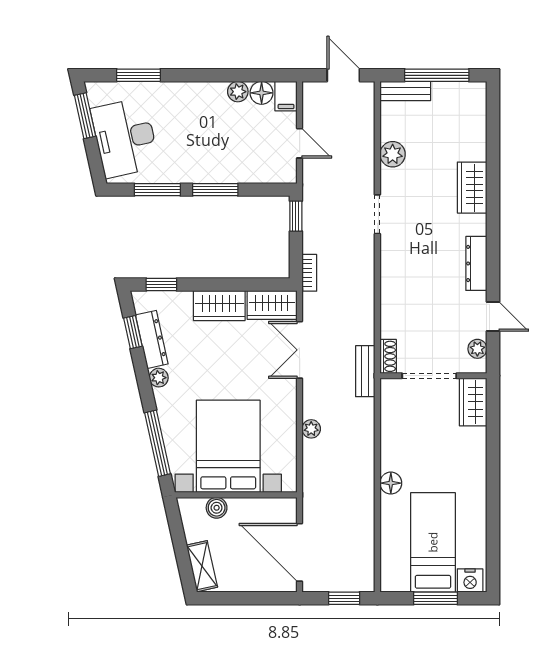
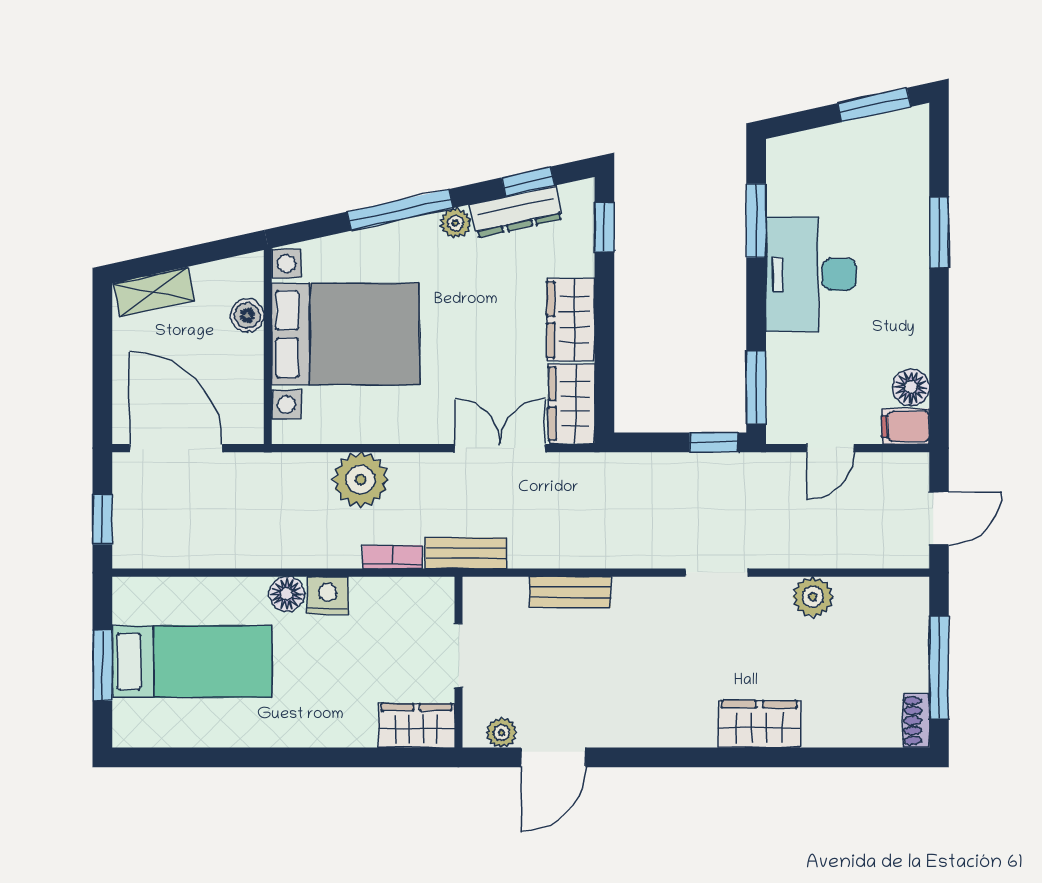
window: (138, 75) -> (939, 232), moved
bench: (405, 91) -> (570, 592), moved, turned 90
plant: (238, 92) -> (913, 349), removed
desk: (125, 138) -> (811, 274), moved, turned -78
window: (215, 190) -> (756, 387), moved
dresser: (476, 263) -> (638, 731), removed
bookcase: (309, 273) -> (392, 557), moved, turned 180
door: (493, 317) -> (553, 757), width x1.38
shoe rack: (388, 356) -> (916, 721), moved, turned 90
doorway: (429, 376) -> (458, 656), width x0.73
plant: (311, 429) -> (361, 480), width x1.88, depth x1.88
window: (157, 443) -> (400, 210), moved
door: (300, 552) -> (176, 448), hinge flipped
nightstand: (470, 580) -> (328, 595), moved, turned 90

